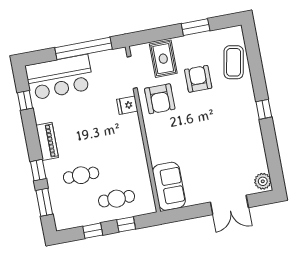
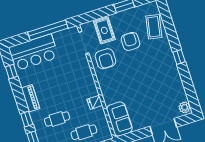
fridge: (127, 105) -> (95, 102), moved

